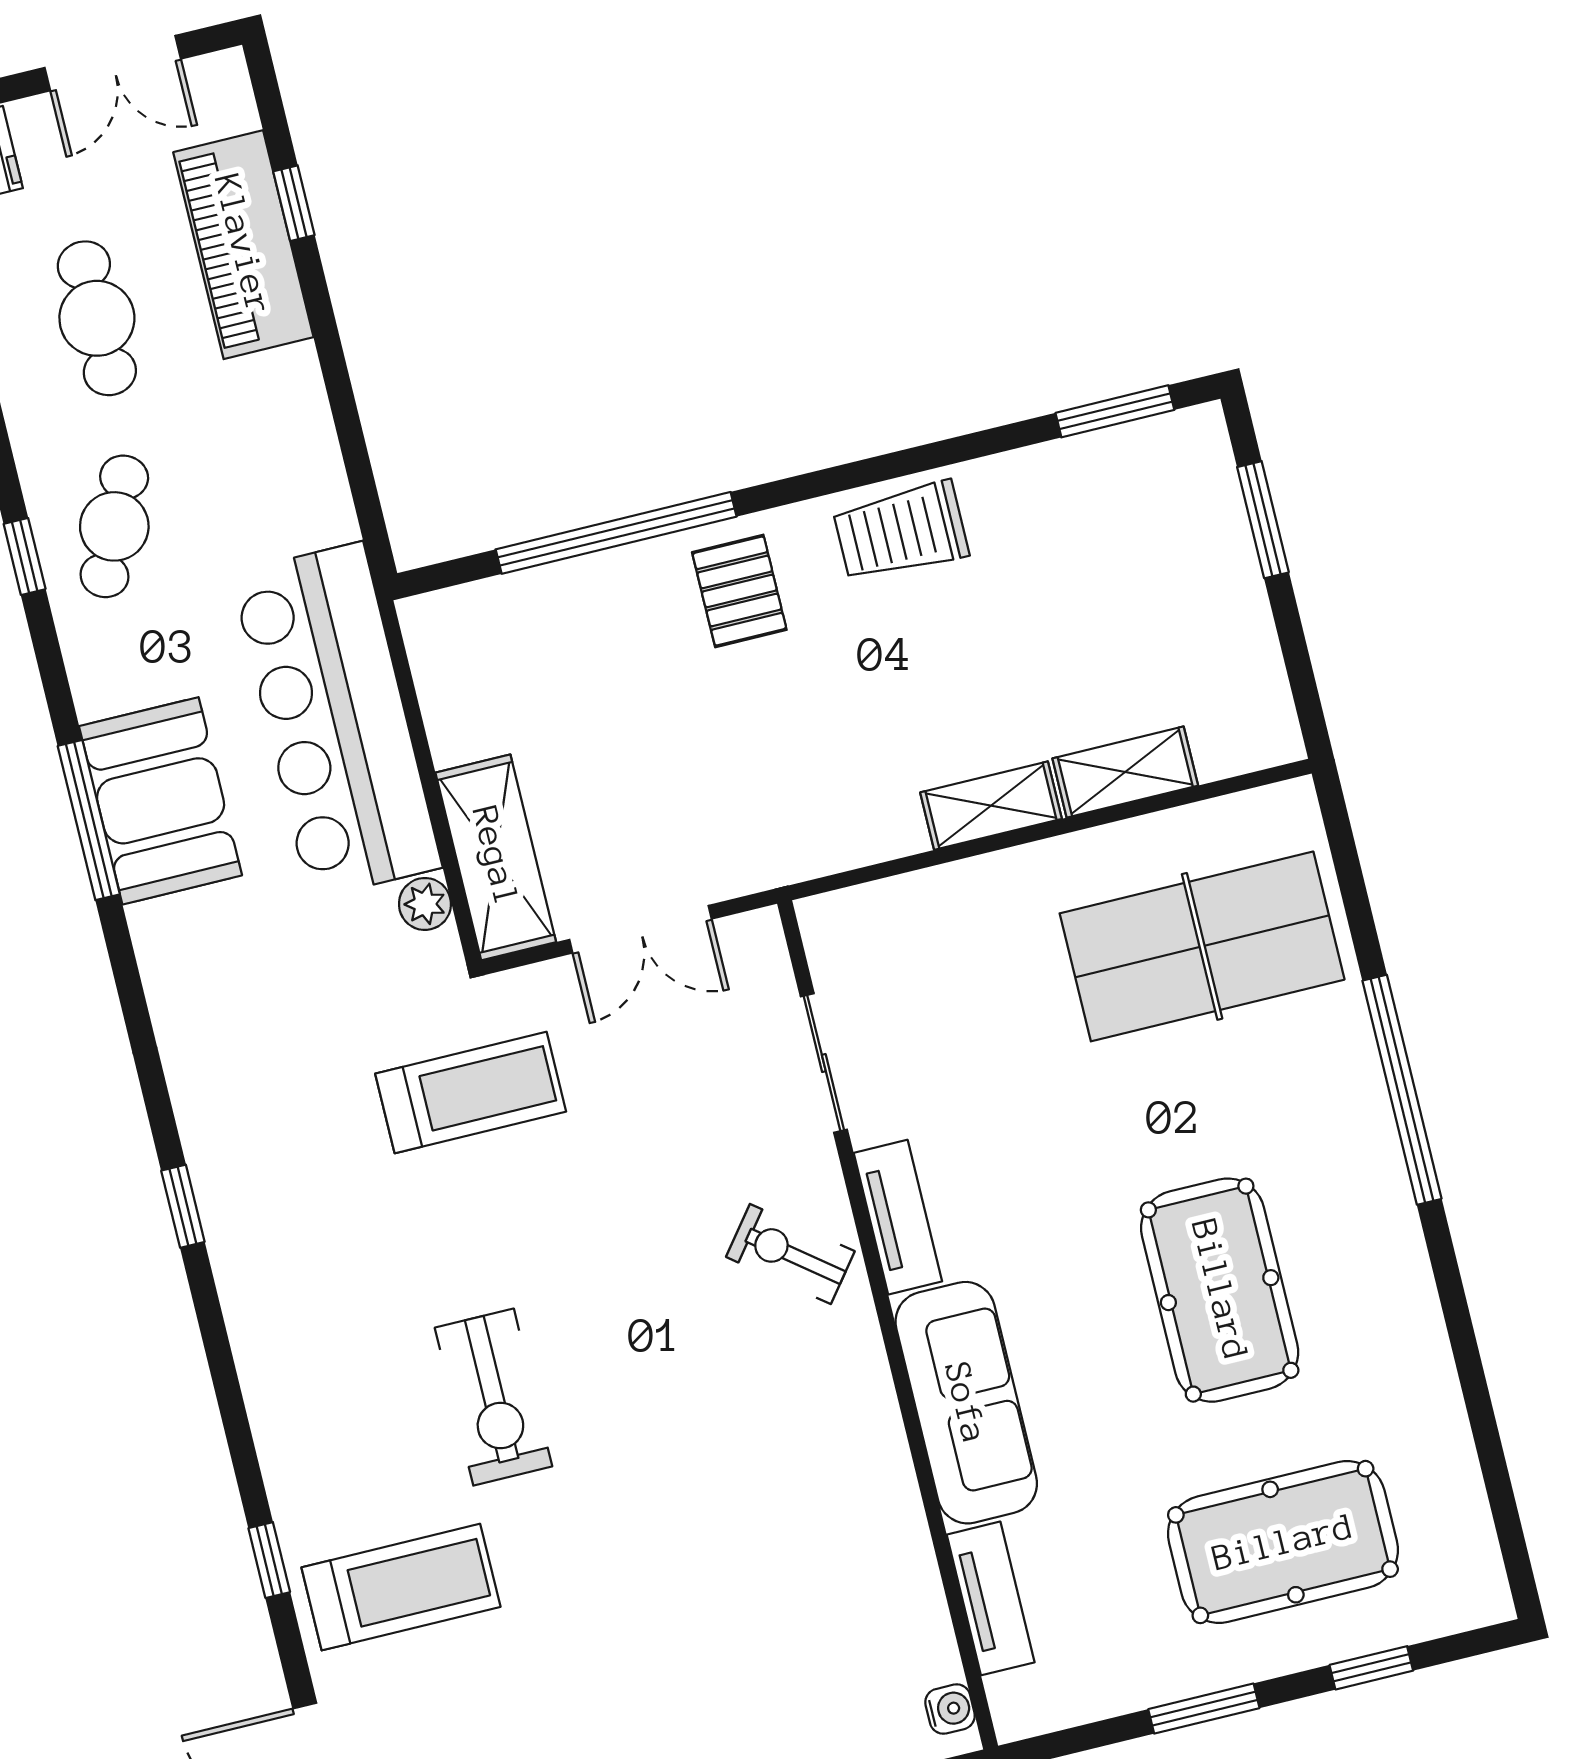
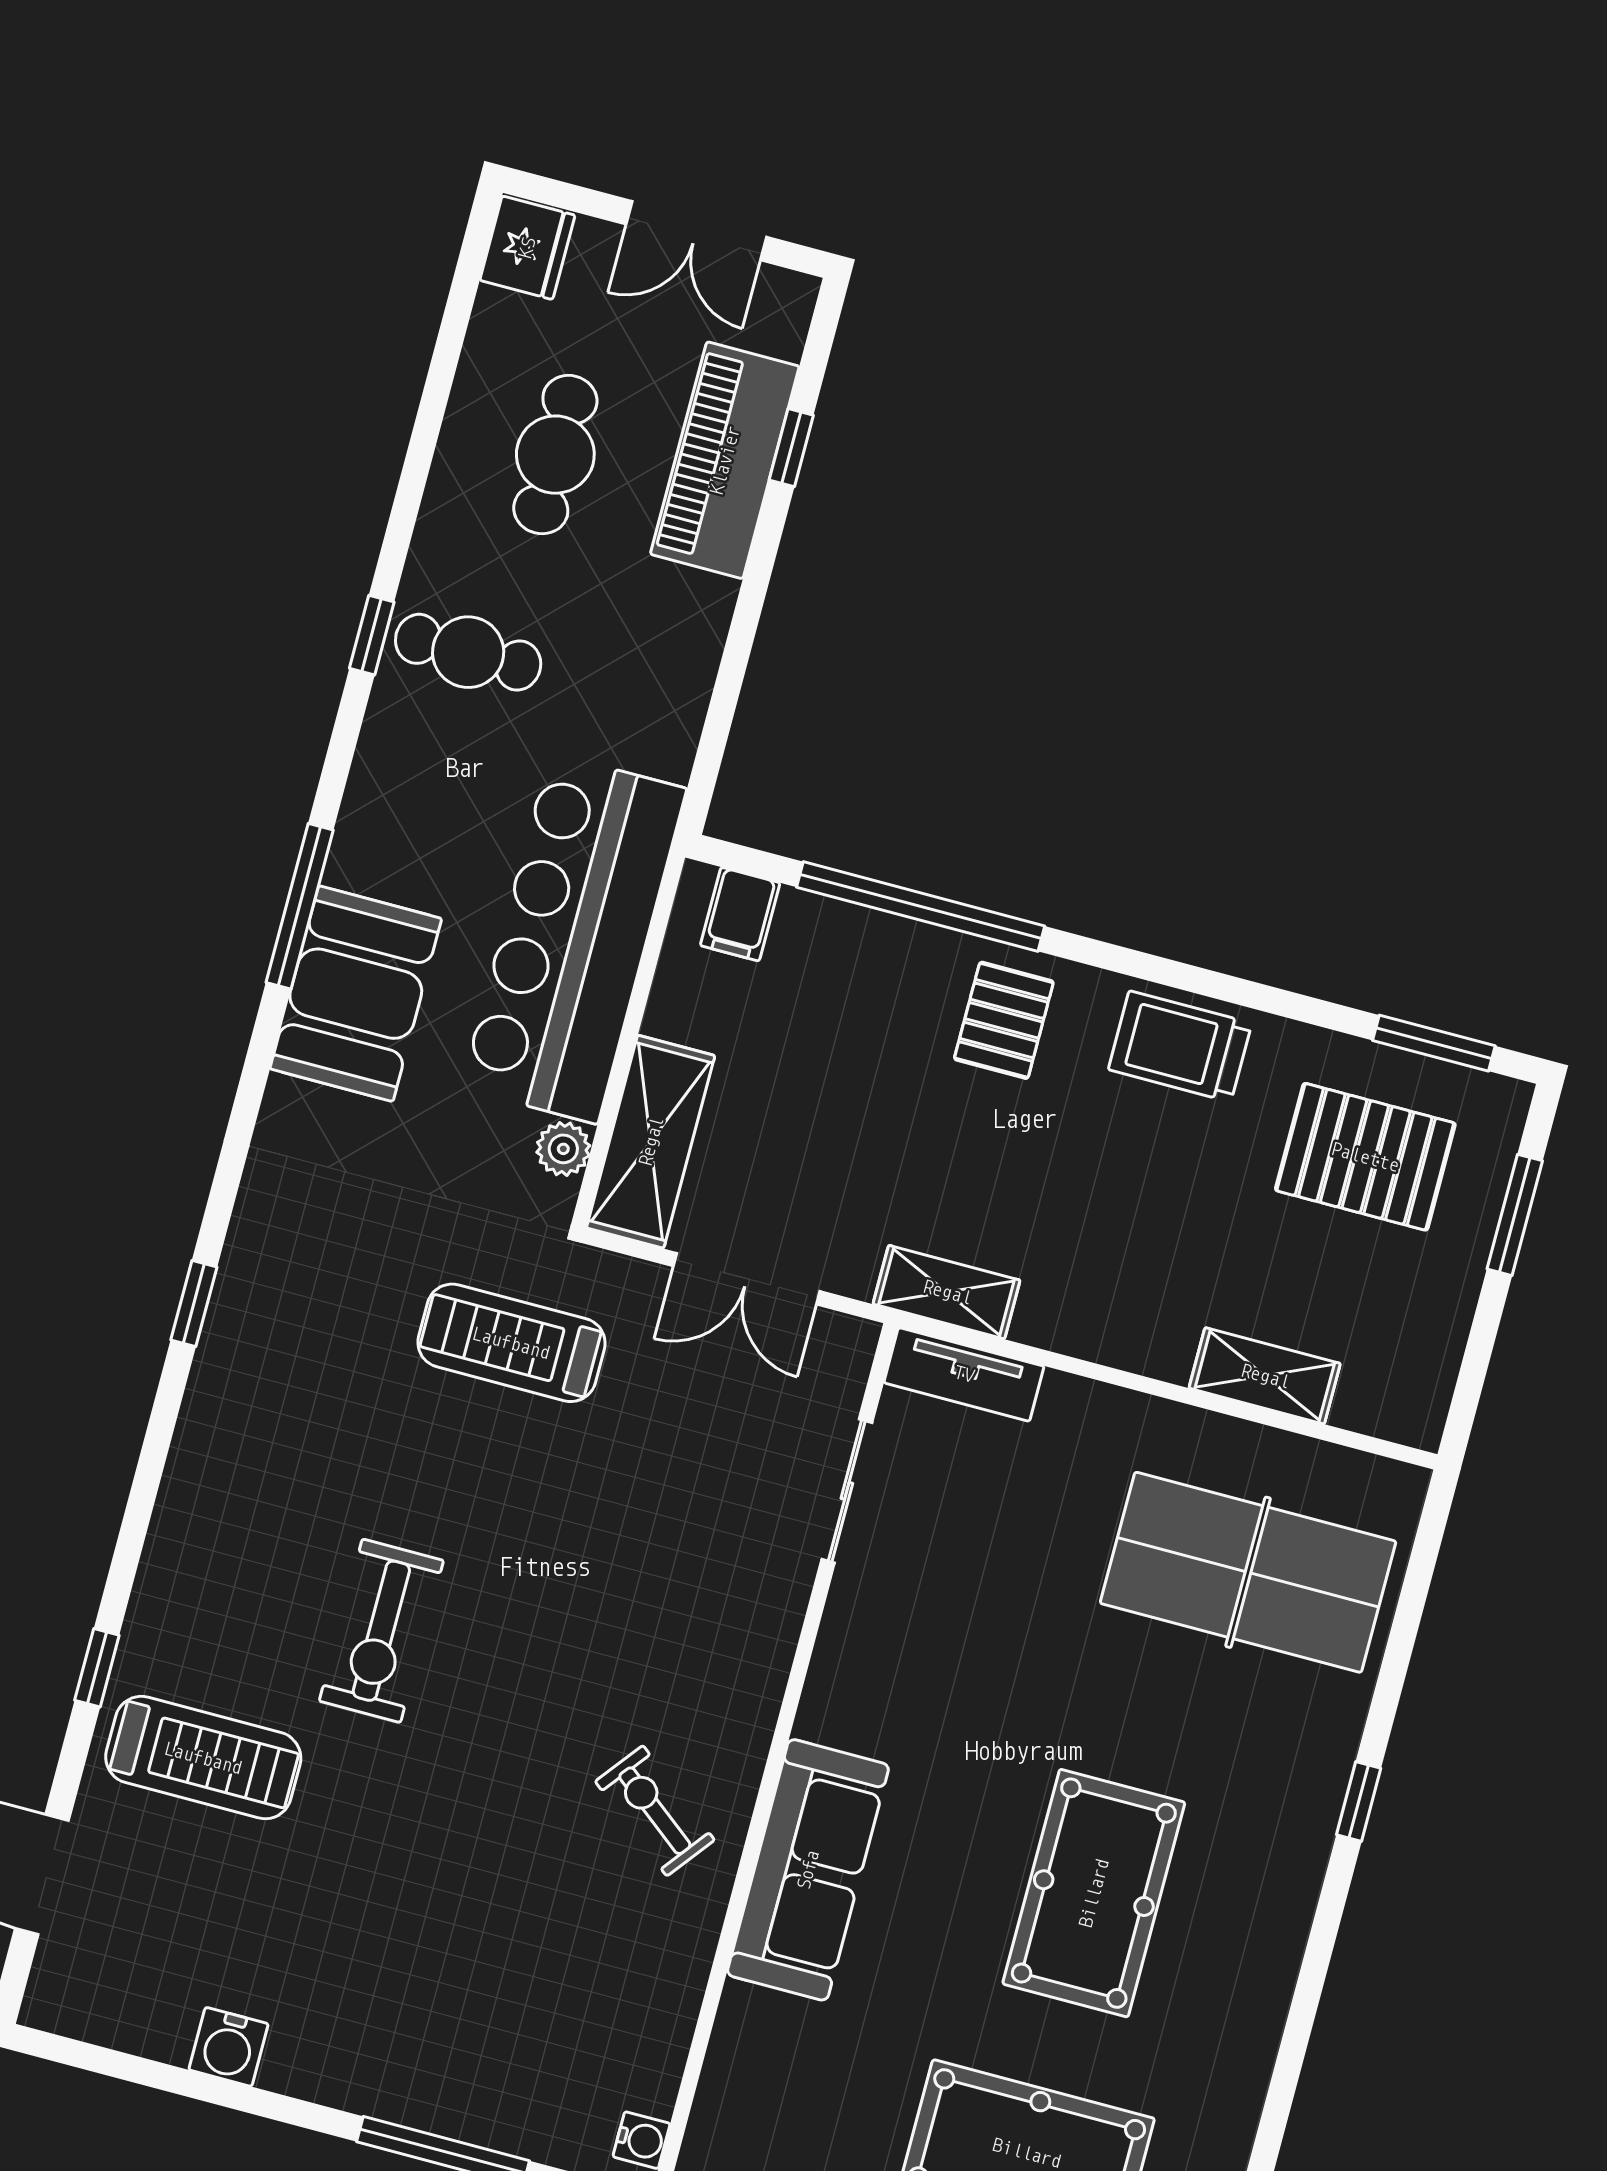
cafe table: (114, 526) -> (468, 652), turned 65
pallet: (1109, 540) -> (1365, 1157), added
filing cabinet: (466, 623) -> (740, 914), added
booth: (161, 801) -> (356, 994), moved
shelving: (991, 806) -> (947, 1292), moved
window: (1402, 1090) -> (1359, 1801), width x0.32
treadmill: (471, 1093) -> (511, 1343), turned 180
tv unit: (898, 1217) -> (964, 1374), moved, turned 90
exercise bike: (790, 1254) -> (655, 1811), moved
tv unit: (991, 1598) -> (733, 2060), removed

